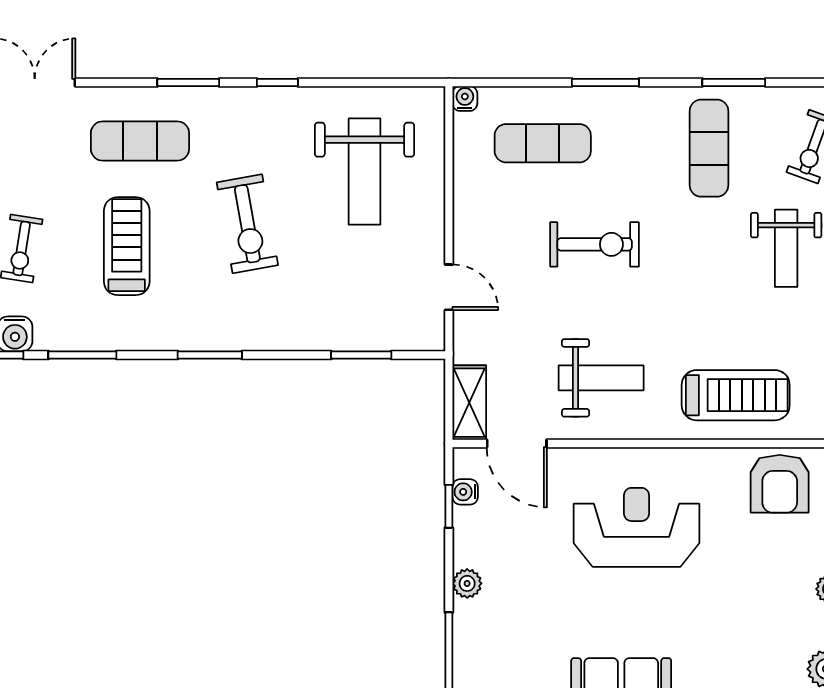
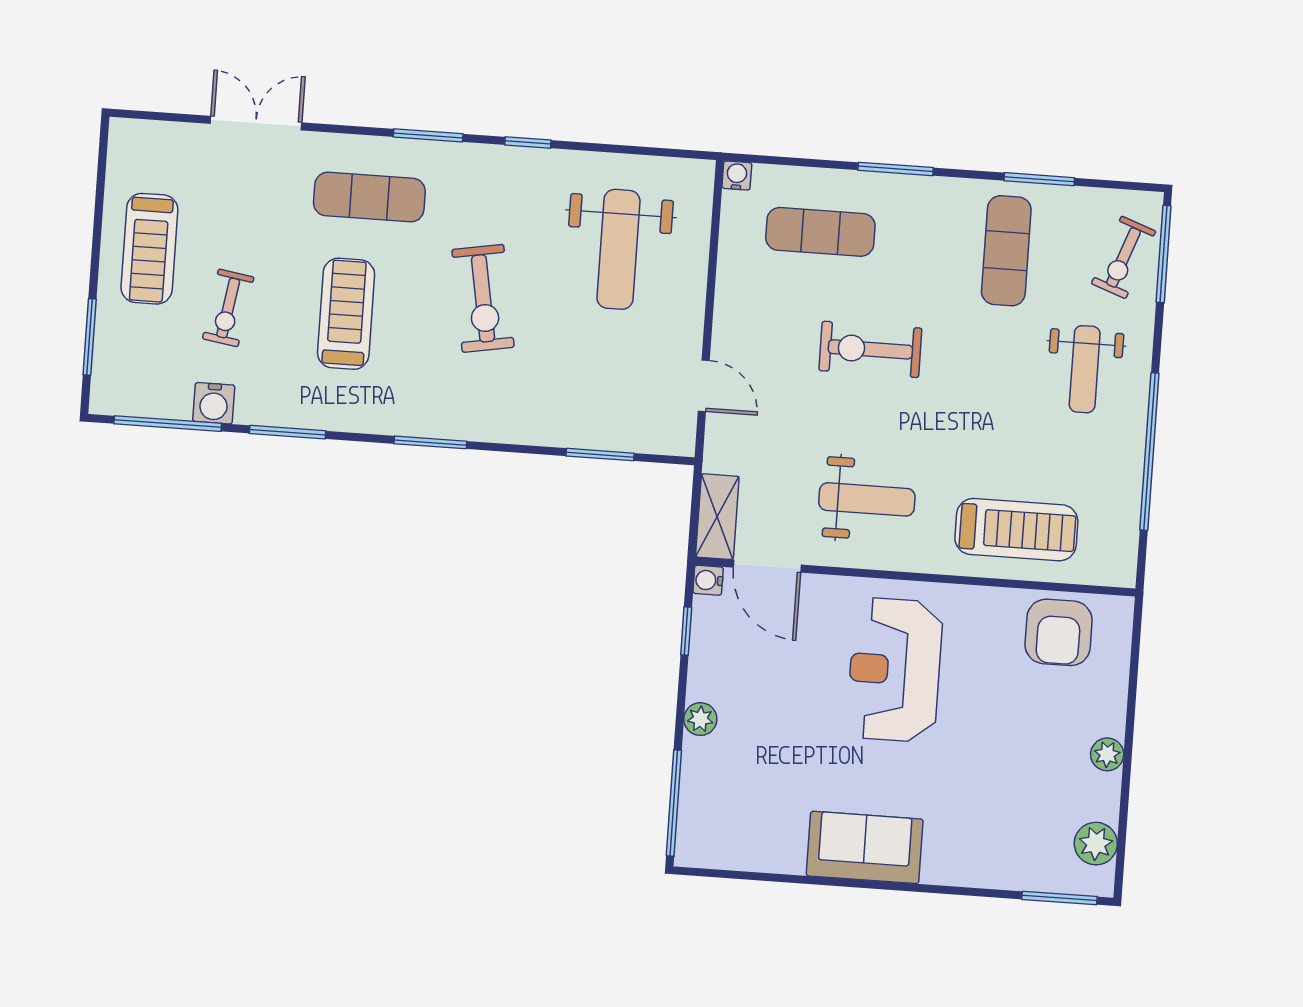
exercise bike: (595, 244) -> (870, 349), turned 180
water cooler: (465, 492) -> (708, 580), moved
reception desk: (637, 527) -> (895, 670), turned -90

